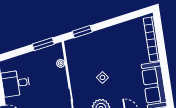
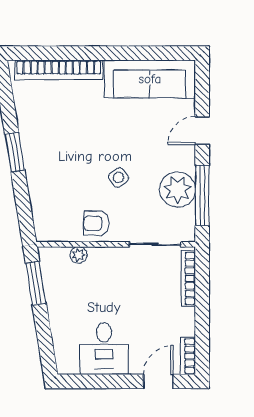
window: (82, 32) -> (15, 152), moved
armchair: (78, 70) -> (96, 223), added

